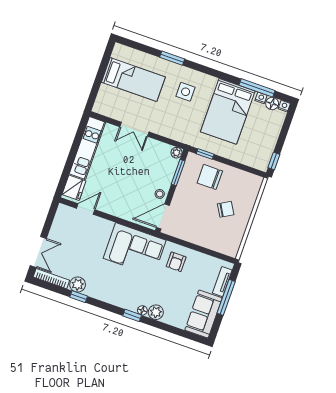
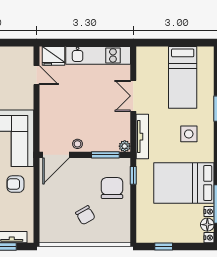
tv unit: (173, 134) -> (142, 137), added
window: (274, 161) -> (164, 247), moved
door: (163, 217) -> (56, 155), swing flipped

